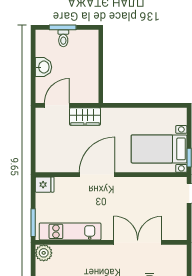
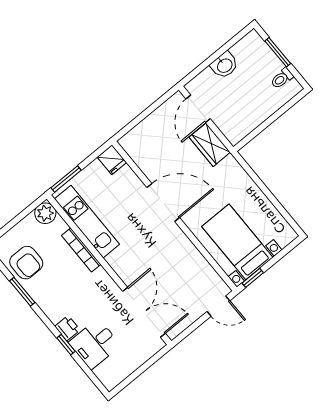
toilet: (63, 38) -> (282, 78), moved
door: (57, 105) -> (198, 109), swing flipped
double door: (138, 242) -> (144, 312), moved
bookcase: (85, 249) -> (81, 250), added

